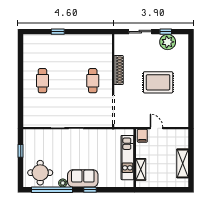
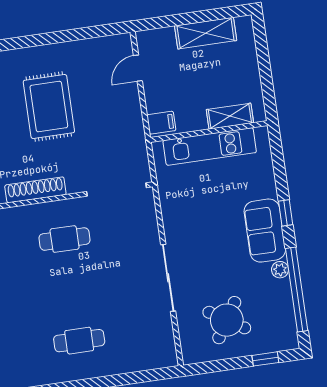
door: (156, 128) -> (138, 68), moved
window: (21, 151) -> (265, 359), moved
round table: (40, 173) -> (227, 320), moved, turned 32

